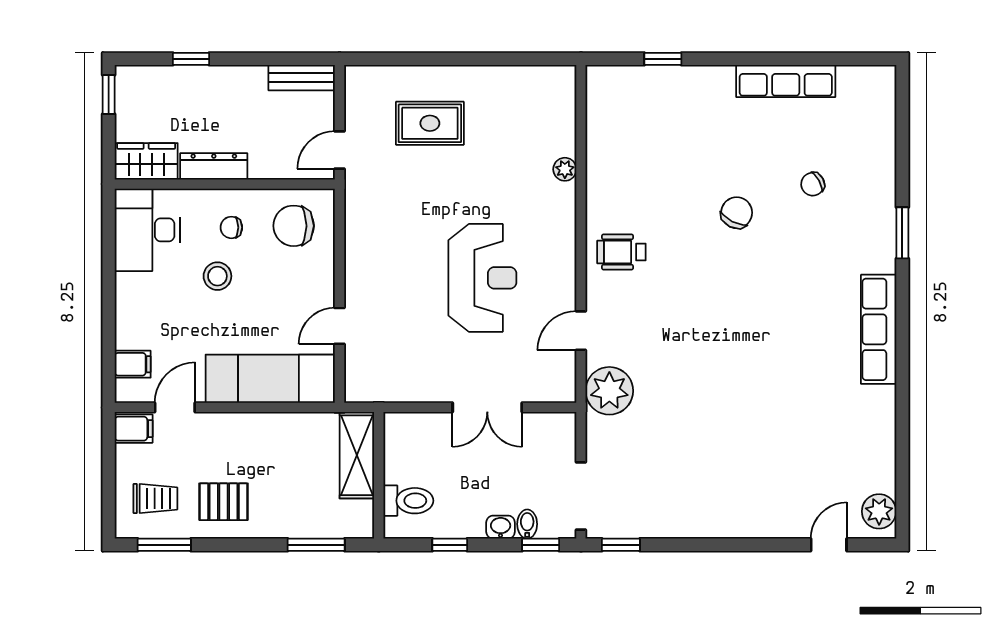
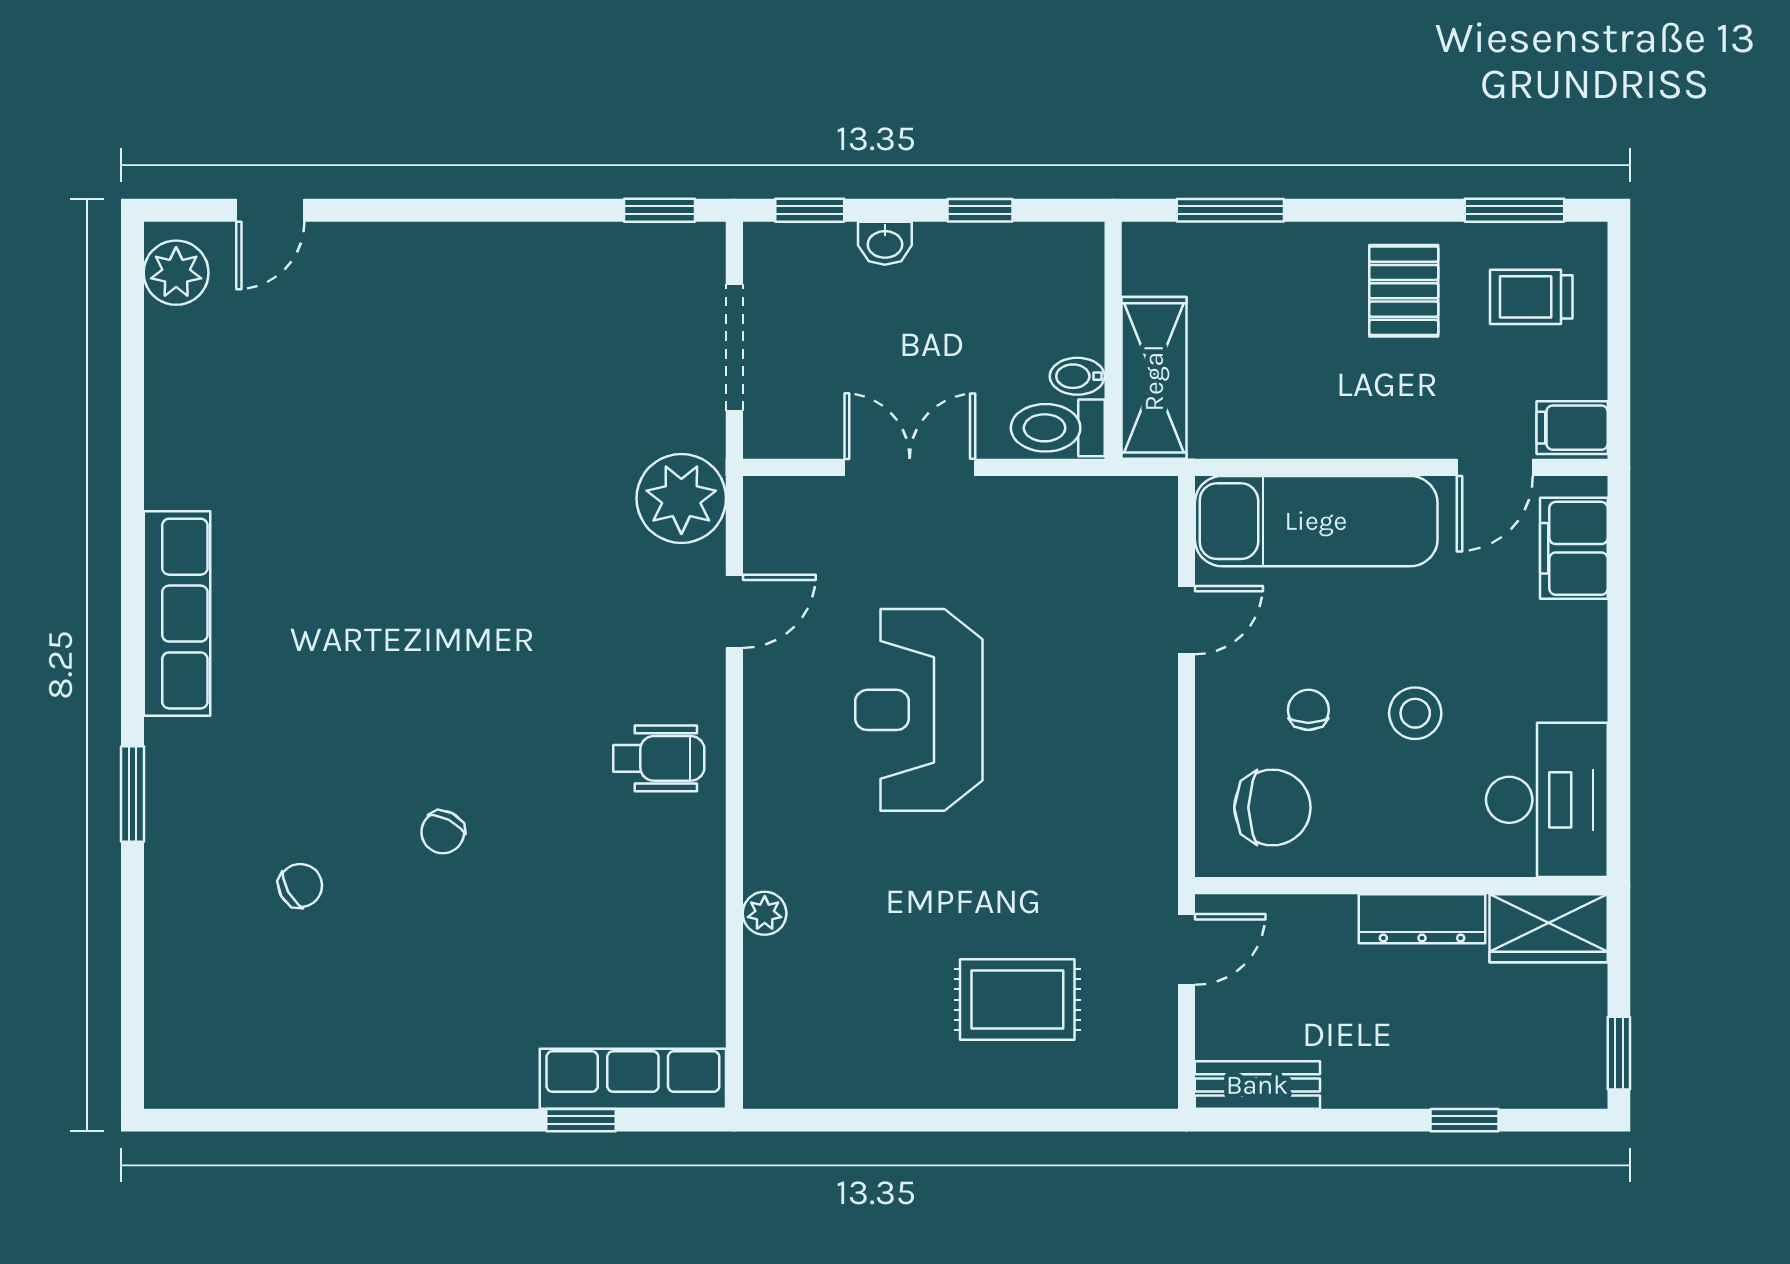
row of seats: (786, 81) -> (633, 1079), moved
chair: (737, 213) -> (443, 832), width x0.73, depth x0.73
chair: (231, 227) -> (1308, 710), moved, turned -90
filing cabinet: (133, 364) -> (1574, 548), width x2.00
doorway: (581, 496) -> (734, 347), moved
toilet: (408, 501) -> (1058, 428), moved
pallet: (223, 502) -> (1404, 291), turned 90
bidet: (527, 524) -> (1077, 376), moved, turned 90

